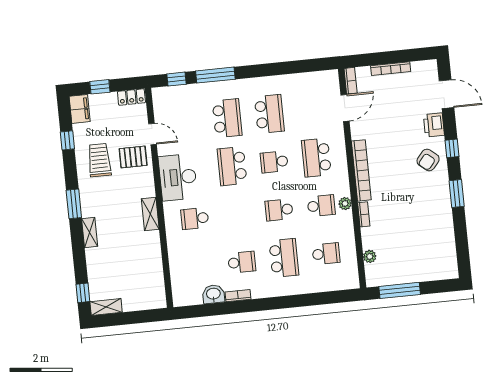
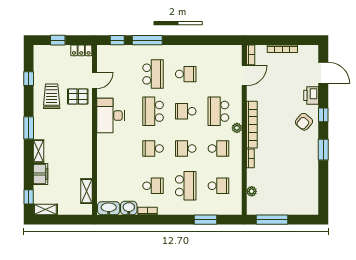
filing cabinet: (80, 109) -> (41, 174), moved
school desk: (269, 114) -> (186, 74), width x0.54
door: (153, 134) -> (95, 80), hinge flipped
plant: (345, 204) -> (237, 128), moved
shelving: (150, 214) -> (87, 191), moved
school desk: (195, 218) -> (153, 149), moved
washbasin: (188, 297) -> (109, 208), added
window: (314, 299) -> (205, 220), added

